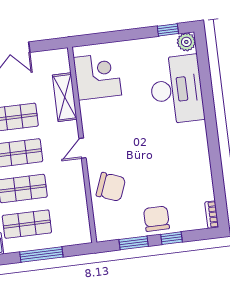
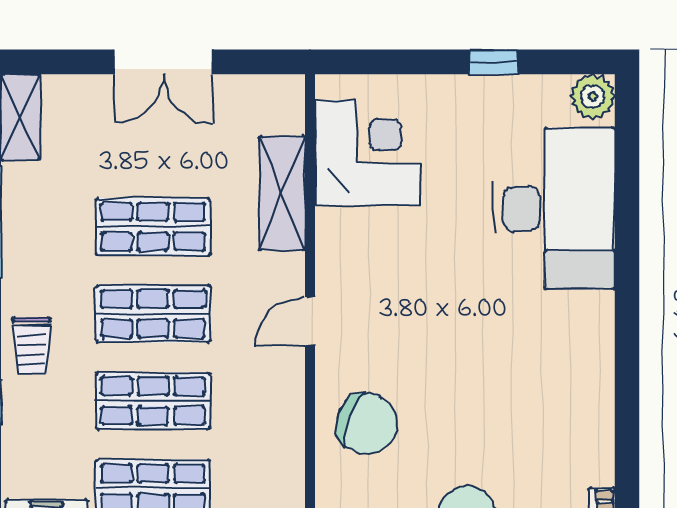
window: (168, 30) -> (494, 62), moved

